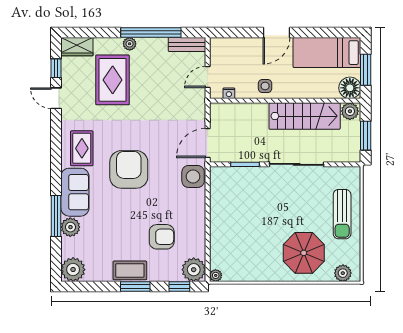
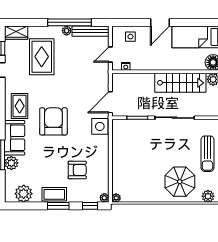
plant: (130, 44) -> (67, 31), moved
bench: (187, 44) -> (91, 31), width x1.36
side table: (265, 86) -> (130, 37), moved
plant: (73, 270) -> (24, 194), moved
plant: (194, 270) -> (104, 198), width x0.53, depth x0.53

